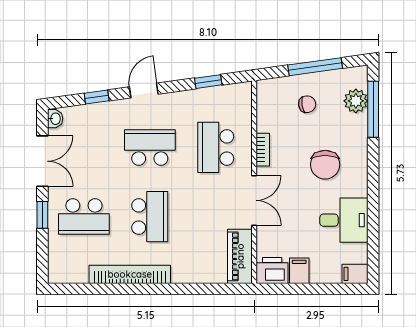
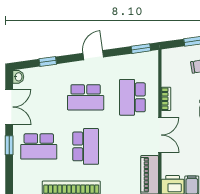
window: (208, 82) -> (141, 49), moved
door: (144, 90) -> (93, 55), moved
school desk: (150, 147) -> (86, 97), turned 180

